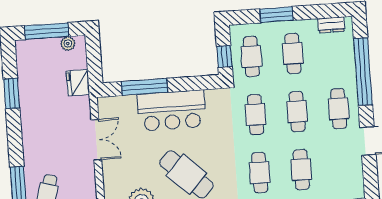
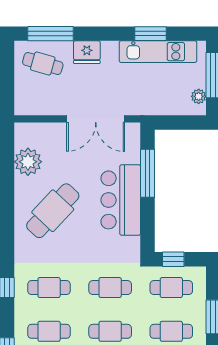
fridge: (78, 83) -> (87, 52), moved, turned 180
kitchen unit: (28, 85) -> (158, 52), added
double door: (96, 140) -> (96, 119), width x1.37

